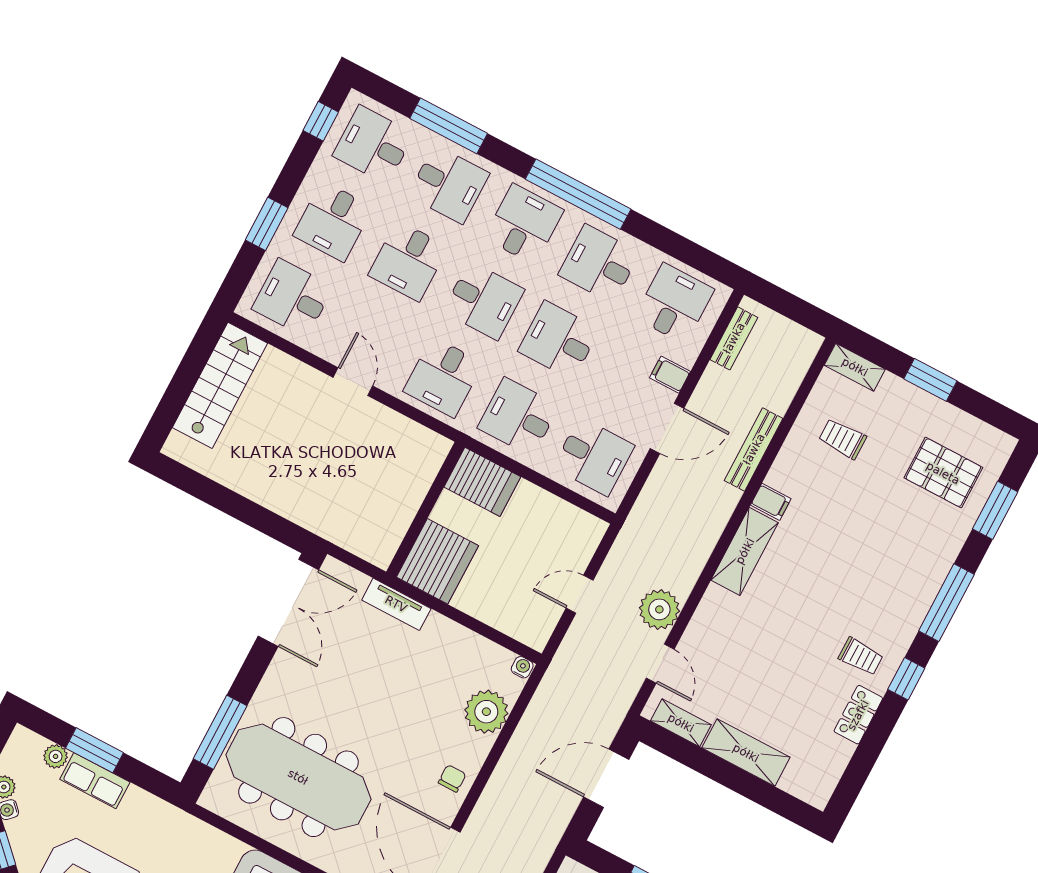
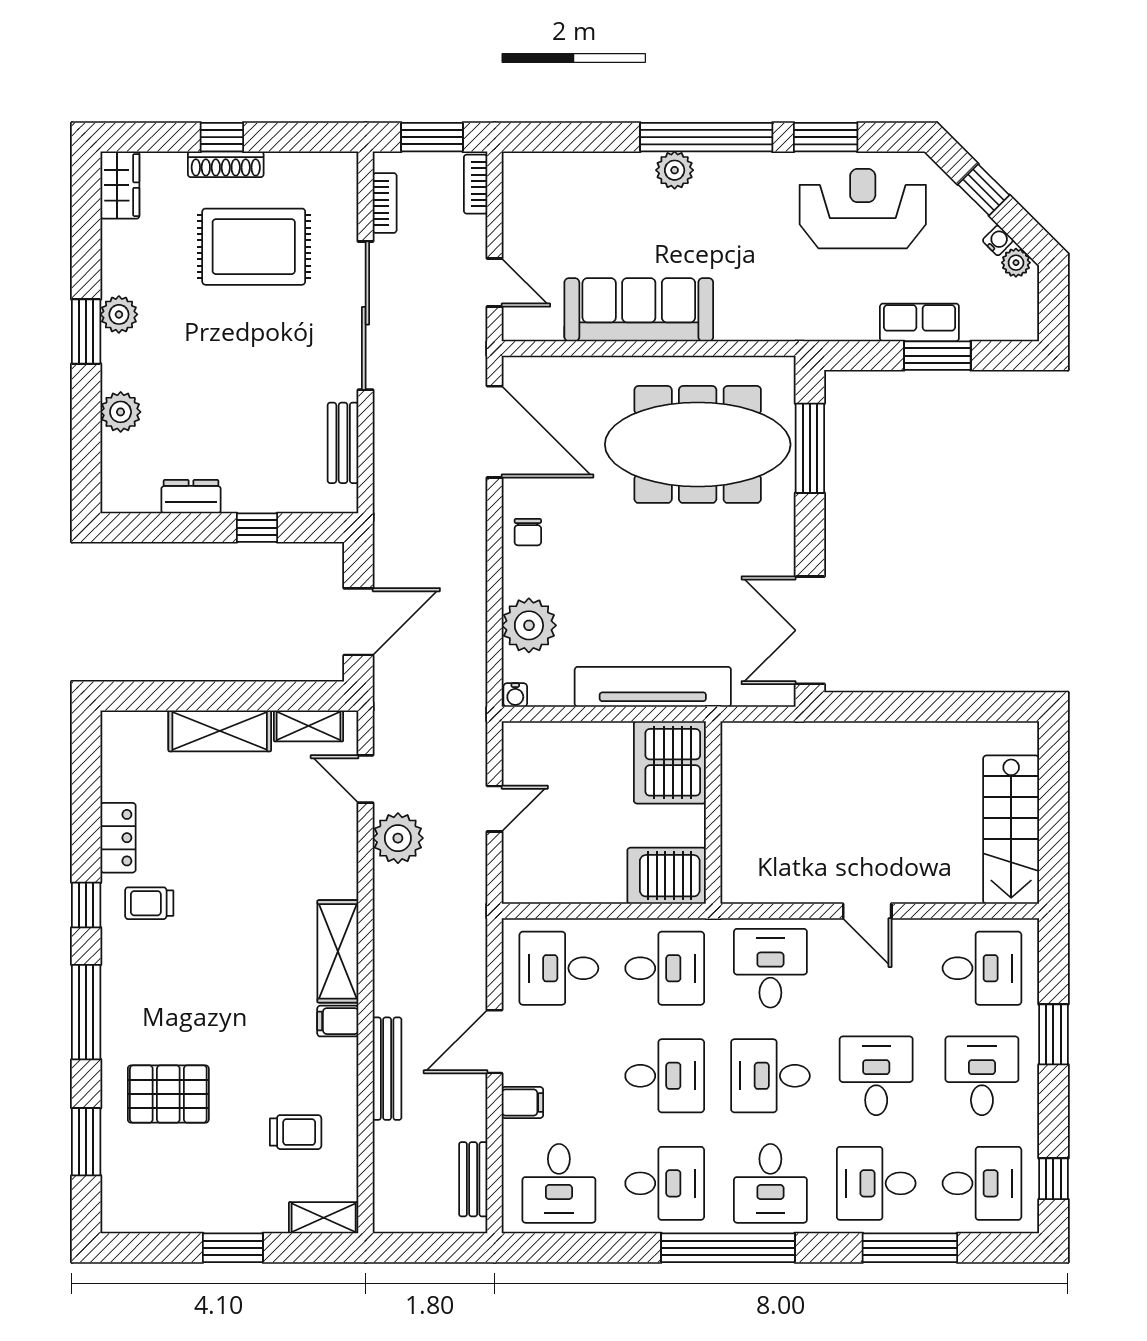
pallet: (943, 473) -> (168, 1094), moved
tv unit: (396, 604) -> (653, 687), width x1.92, depth x1.29
plant: (56, 756) -> (977, 326), removed

